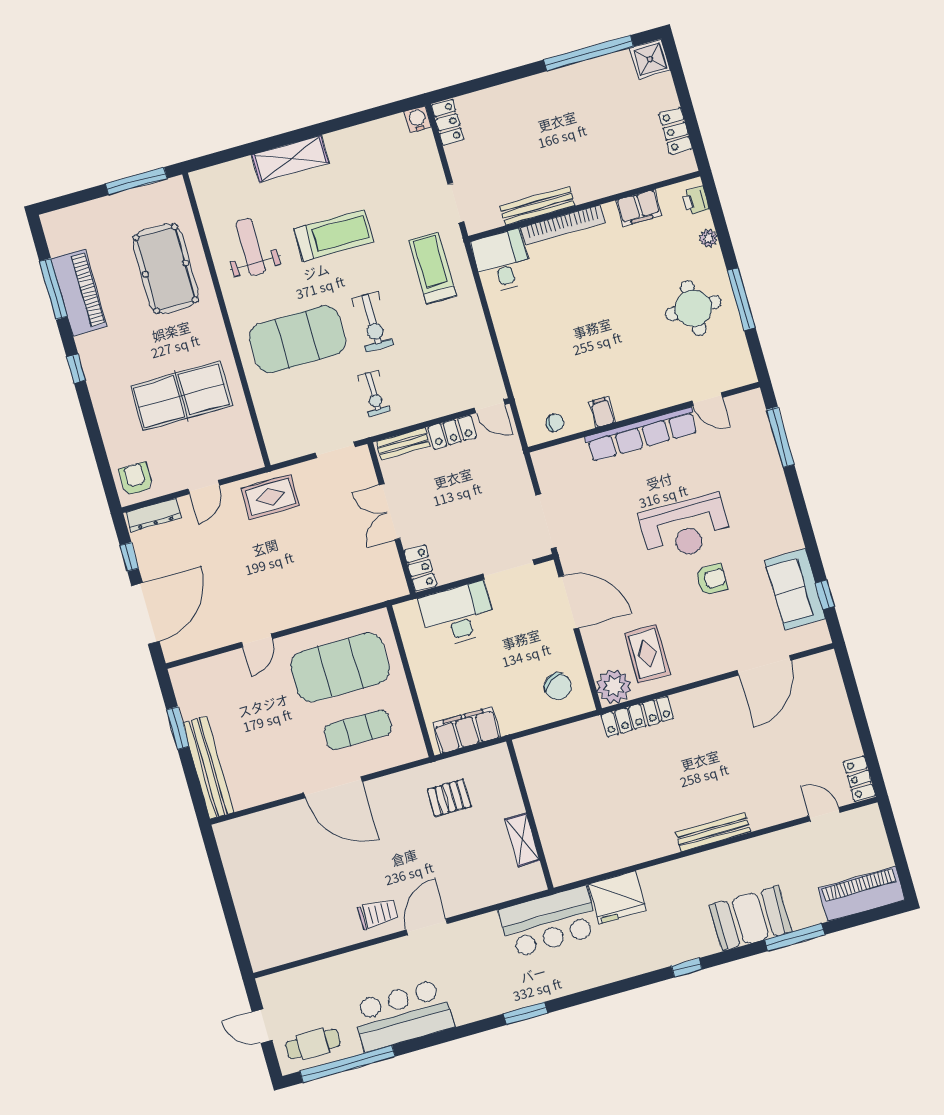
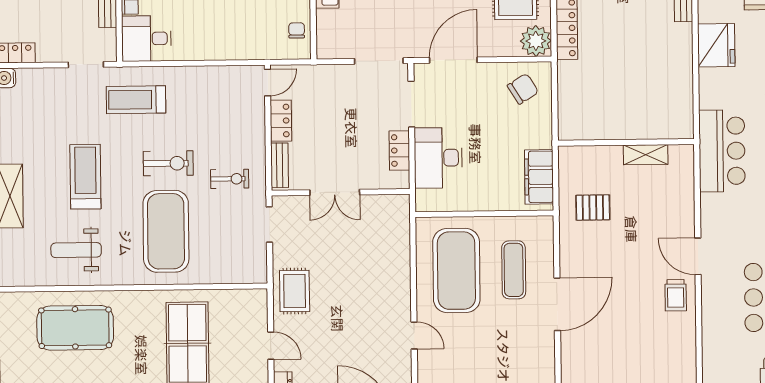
locker: (420, 568) -> (399, 150), moved, turned -90
pallet: (449, 798) -> (593, 208), turned 90
fridge: (617, 897) -> (716, 45), moved
trolley: (378, 914) -> (676, 295), turned 180

